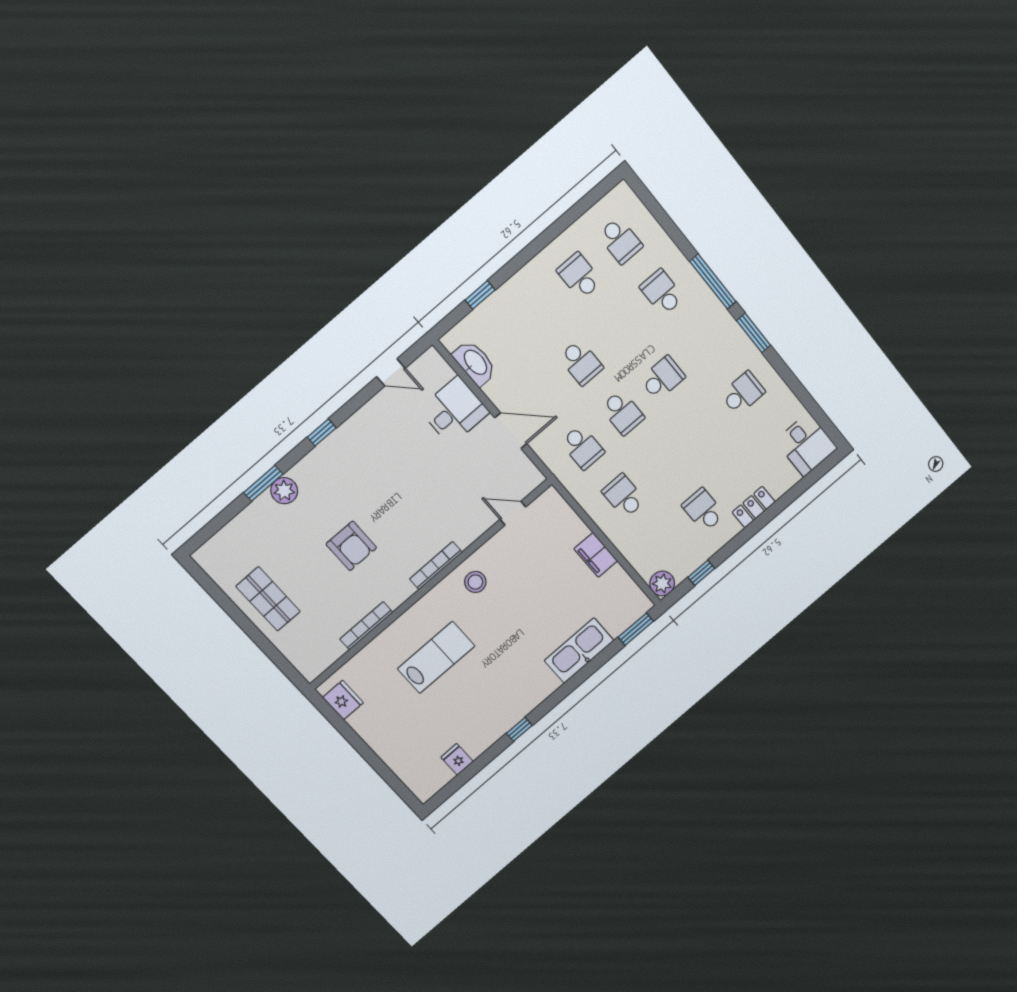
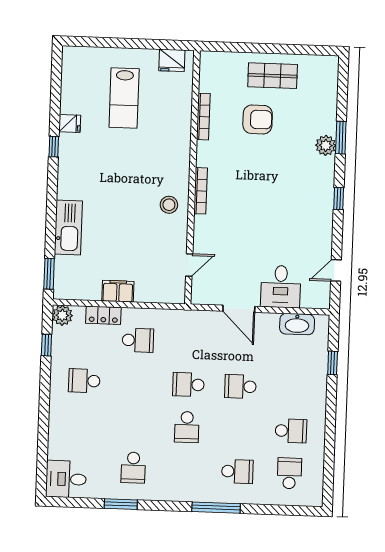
school desk: (620, 240) -> (289, 473), turned 90
window: (754, 333) -> (121, 504), moved
door: (511, 431) -> (239, 309), hinge flipped
school desk: (582, 447) -> (190, 342), removed
locker: (754, 507) -> (103, 315), moved, turned 90
school desk: (703, 510) -> (84, 381), turned 180
armchair: (351, 546) -> (258, 119), moved, turned 180
lab bench: (436, 657) -> (124, 98), moved
fridge: (457, 759) -> (70, 123), moved

